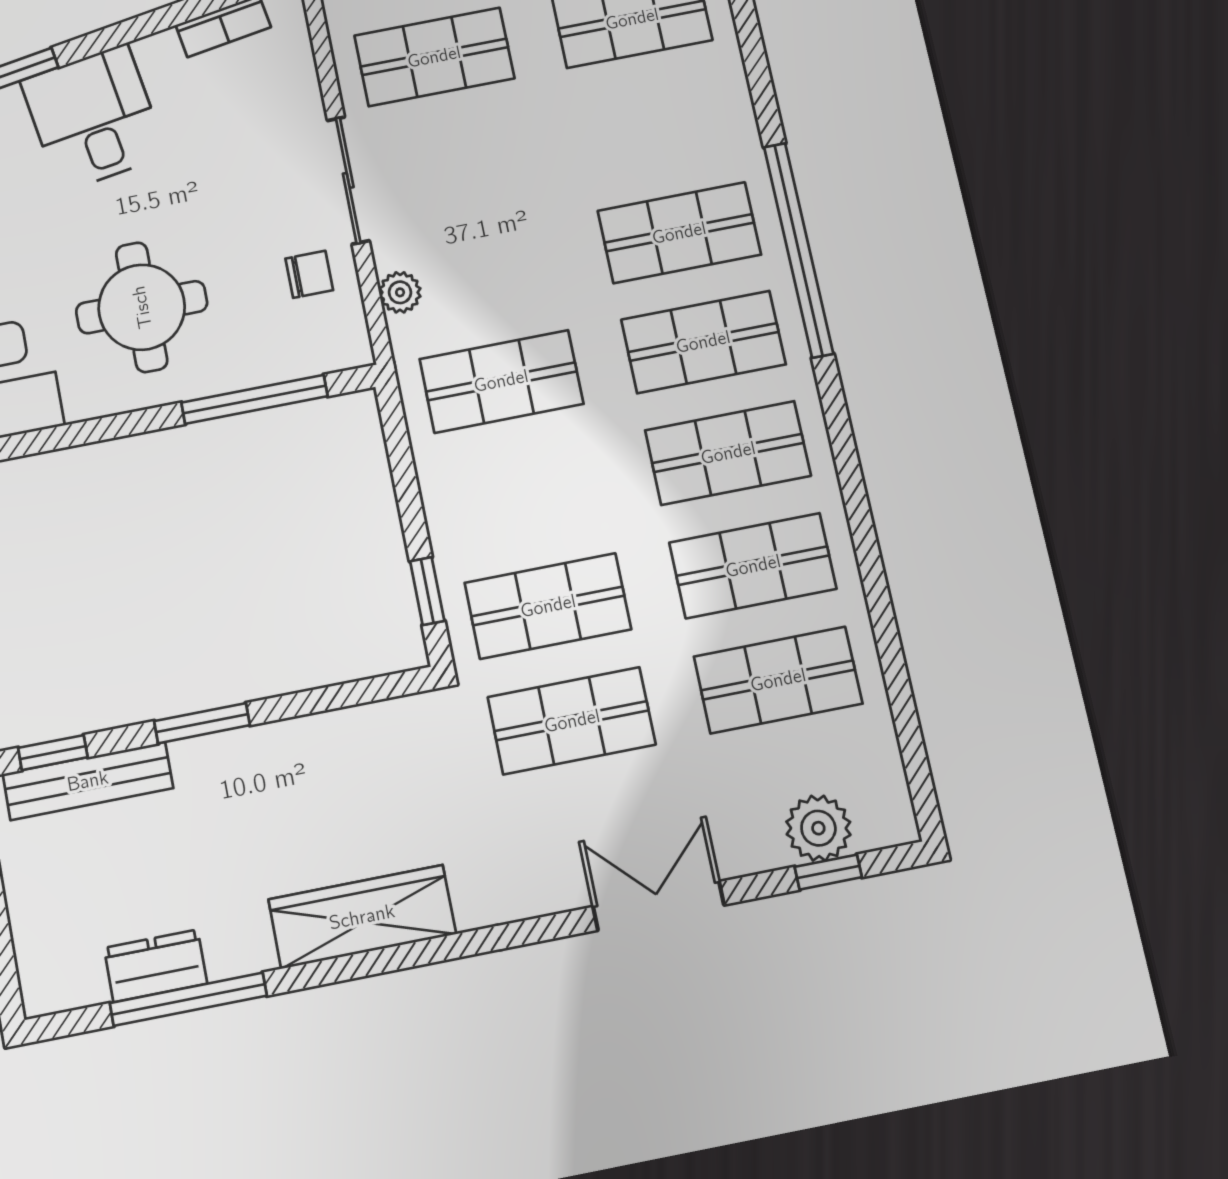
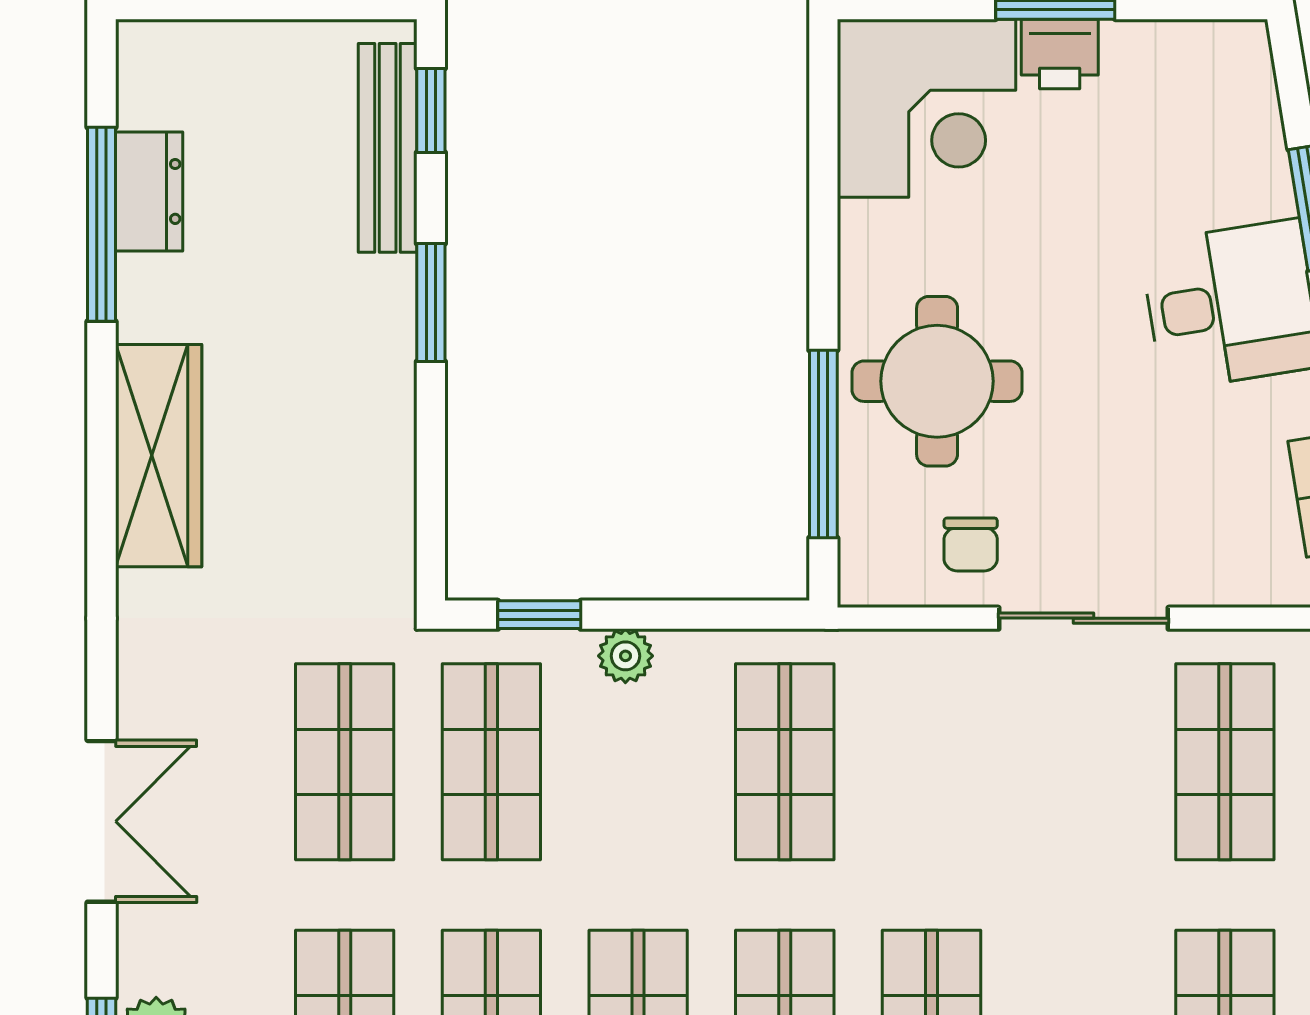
plant: (400, 292) -> (625, 656), moved
round table: (142, 307) -> (937, 381), moved

